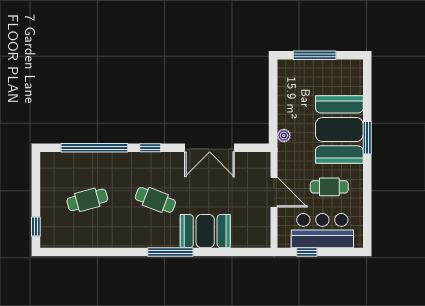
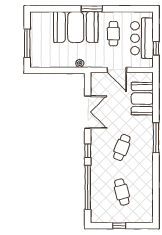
window: (367, 138) -> (92, 9), moved
door: (274, 192) -> (117, 70), swing flipped
window: (36, 227) -> (119, 226), moved
booth: (205, 231) -> (142, 99), moved

